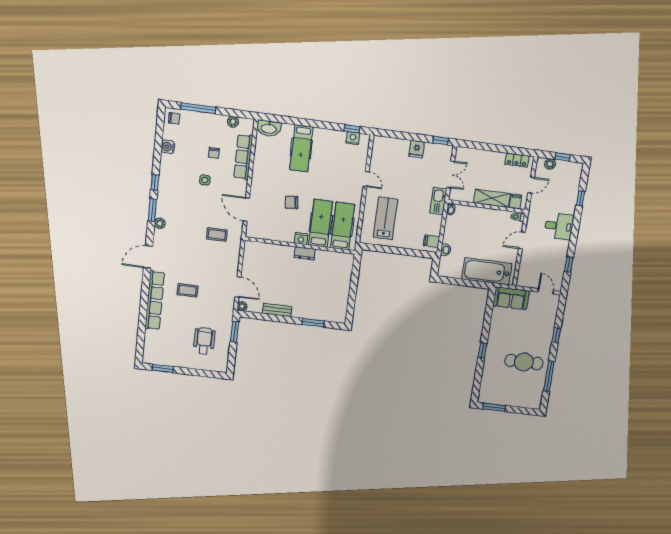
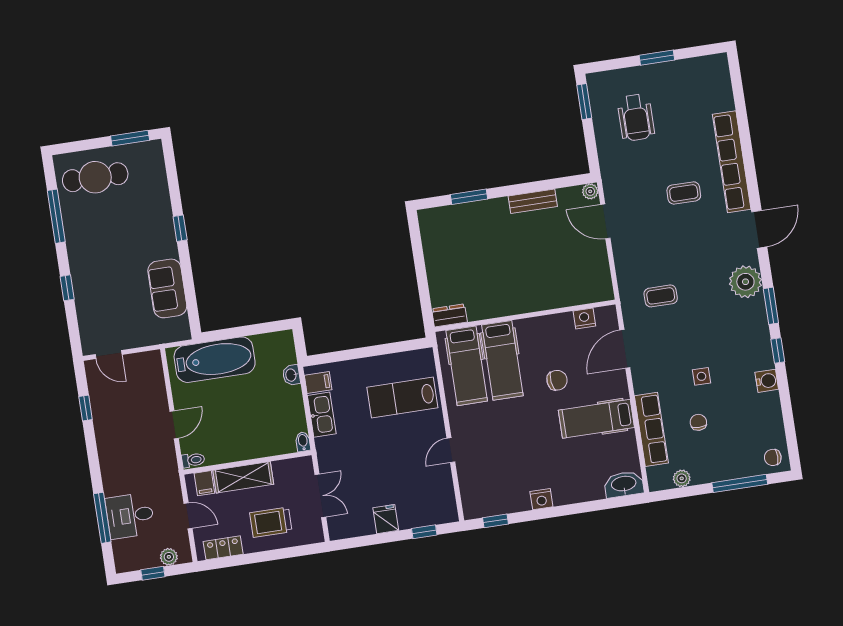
nightstand: (353, 138) -> (541, 499), moved
window: (441, 141) -> (424, 532), moved
water cooler: (168, 147) -> (767, 381), moved
hospital bed: (301, 148) -> (596, 419), moved, turned -90
trolley: (484, 167) -> (271, 522), added
double door: (451, 174) -> (320, 496), swing flipped
door: (366, 179) -> (451, 450), hinge flipped
door: (531, 185) -> (188, 516), swing flipped
window: (581, 198) -> (102, 518), width x2.17
kitchen sink: (438, 201) -> (322, 415), moved
door: (246, 209) -> (625, 349), swing flipped
lab bench: (385, 218) -> (402, 398), turned 90
plant: (160, 223) -> (745, 282), width x1.88, depth x1.88
desk: (559, 226) -> (130, 516), moved
nightstand: (301, 239) -> (584, 319), moved
dresser: (305, 253) -> (449, 315), moved
sofa: (511, 298) -> (167, 288), moved, turned -90
window: (235, 332) -> (584, 102), moved
cafe table: (524, 362) -> (95, 177), moved
window: (163, 368) -> (657, 58), moved

